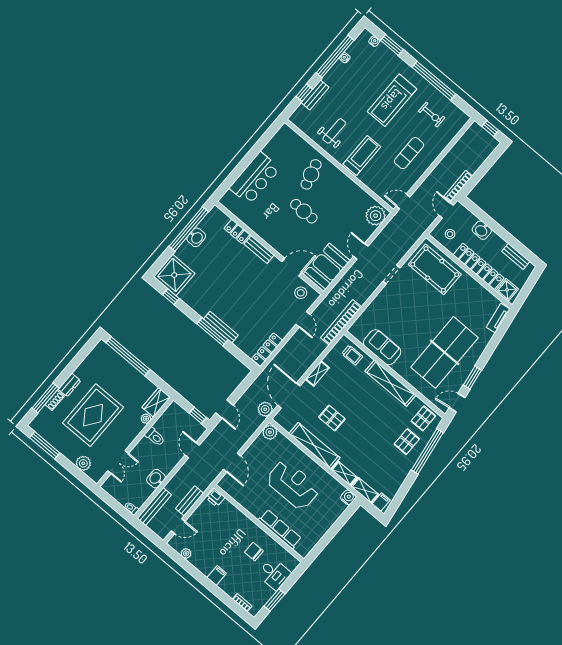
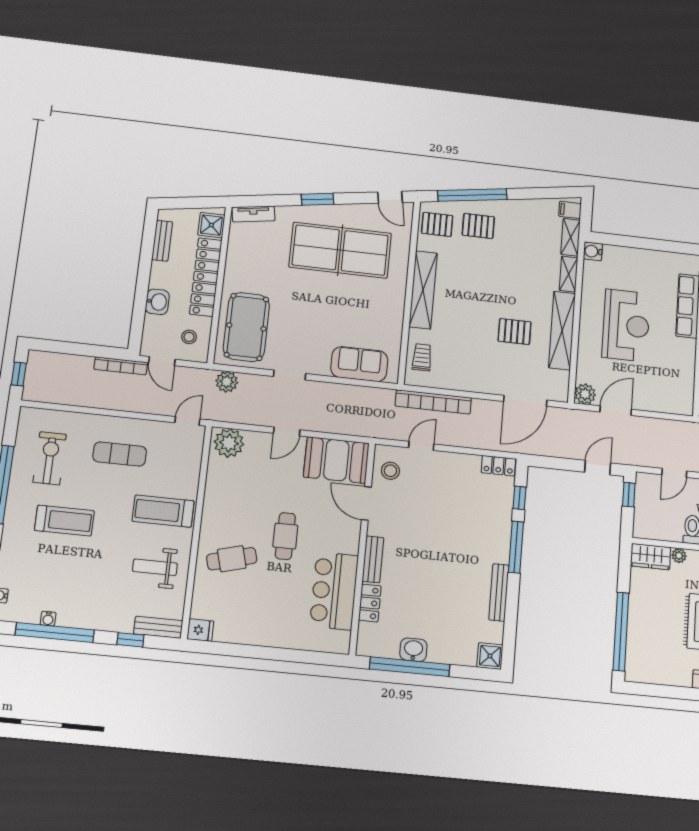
bench: (315, 95) -> (158, 627), moved
treadmill: (392, 100) -> (64, 521), width x0.73, depth x0.73
exercise bike: (432, 115) -> (50, 458), width x1.38, depth x1.39
fridge: (284, 132) -> (200, 630), added
bar counter: (255, 178) -> (334, 591), moved, turned -90
door: (403, 202) -> (187, 421), swing flipped
door: (446, 210) -> (162, 361), hinge flipped
shower: (174, 275) -> (490, 656), width x0.54, depth x0.54
window: (171, 297) -> (520, 498), moved
bookcase: (341, 322) -> (433, 402), moved
bench: (221, 327) -> (499, 592), moved
sofa: (382, 347) -> (359, 364), moved, turned 90
locker: (267, 350) -> (498, 466), width x0.66
shelving: (317, 373) -> (474, 384), removed
window: (472, 378) -> (318, 199), moved
plant: (265, 409) -> (227, 382), moved
pallet: (332, 418) -> (515, 332), turned 90
door: (232, 463) -> (616, 411), moved
reception desk: (293, 485) -> (626, 325), turned 180

